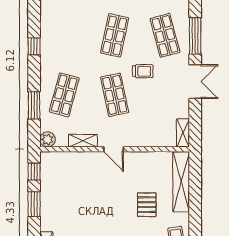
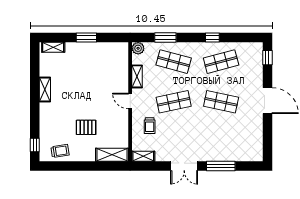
shop shelf: (165, 35) -> (221, 62), moved
trolley: (143, 71) -> (150, 126), moved
door: (114, 149) -> (130, 101), hinge flipped
window: (34, 172) -> (112, 38), removed
shelving: (181, 182) -> (112, 155), width x0.68

